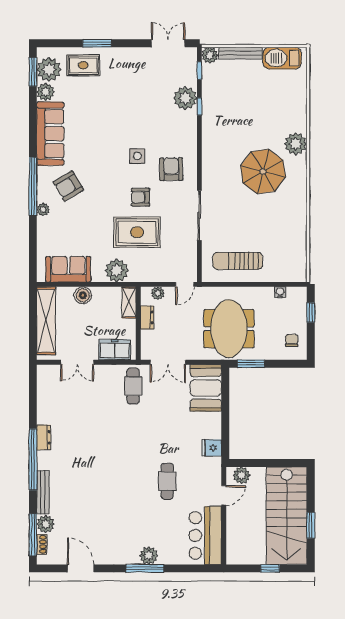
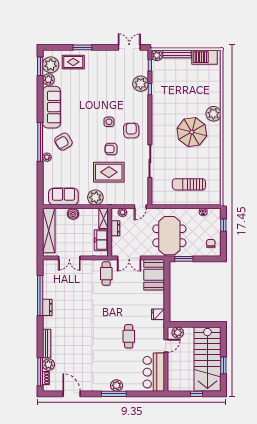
sun lounger: (238, 261) -> (189, 184), moved
freezer: (115, 350) -> (101, 240), moved, turned -90
window: (33, 459) -> (40, 295), moved

